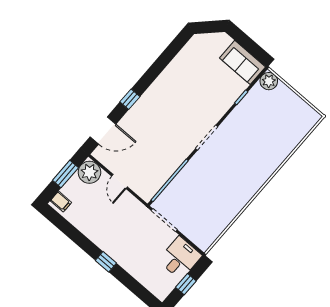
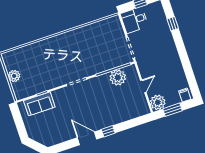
sofa: (242, 62) -> (39, 104), moved, turned 90
plant: (269, 81) -> (14, 76), moved
door: (103, 131) -> (87, 138), moved
plant: (158, 174) -> (118, 78), added
window: (106, 262) -> (173, 24), moved

